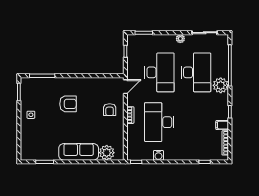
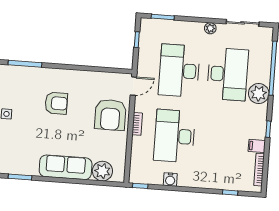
desk: (159, 72) -> (179, 71), turned 180
armchair: (110, 110) -> (110, 115), width x1.88, depth x1.88

